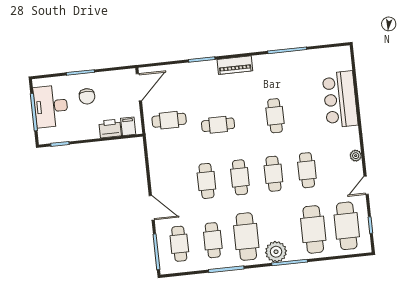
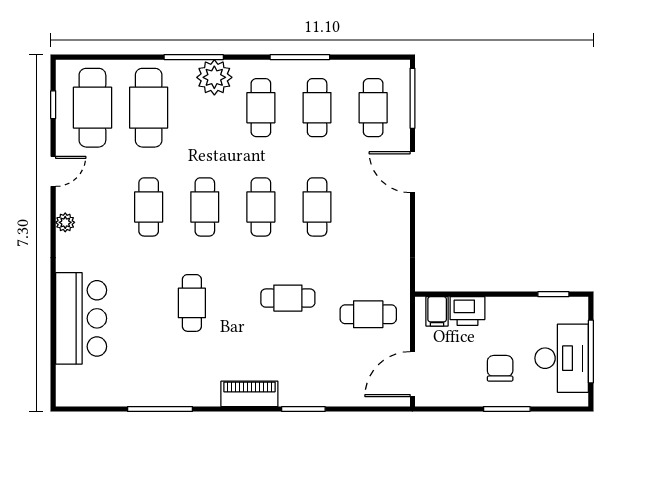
cafe table: (246, 237) -> (261, 108), width x0.73, depth x0.74

